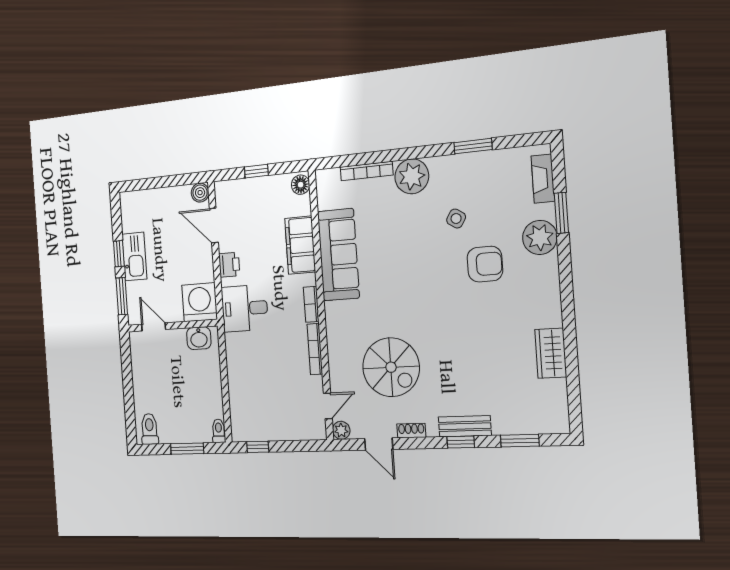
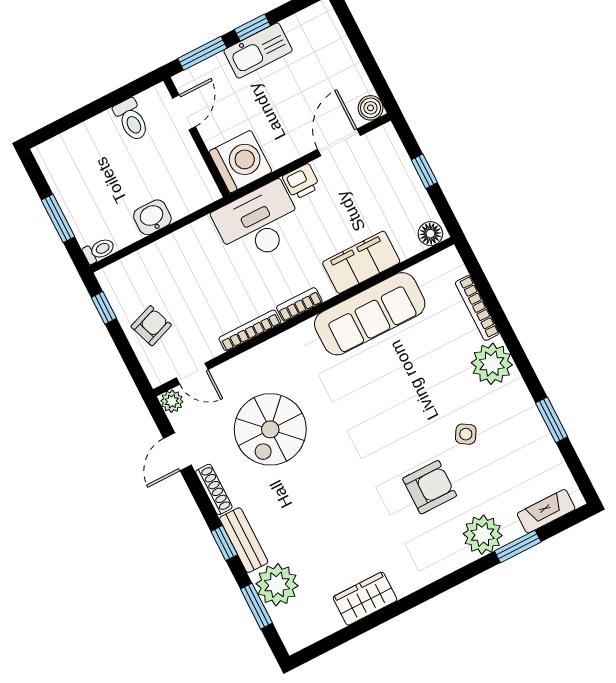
armchair: (485, 264) -> (430, 487), turned -90
desk: (245, 308) -> (258, 223), width x1.37
washbasin: (199, 338) -> (152, 217), moved, turned 90
plant: (510, 417) -> (277, 585), added
armchair: (283, 419) -> (151, 326), added
toilet: (149, 429) -> (131, 120), moved, turned 90
shoe rack: (411, 431) -> (214, 489), width x1.43

